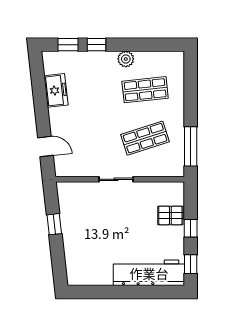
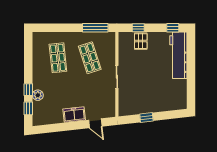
plant: (126, 59) -> (38, 95), moved
freezer: (56, 90) -> (74, 115), moved
door: (46, 147) -> (95, 123), swing flipped
window: (191, 228) -> (138, 28), moved

